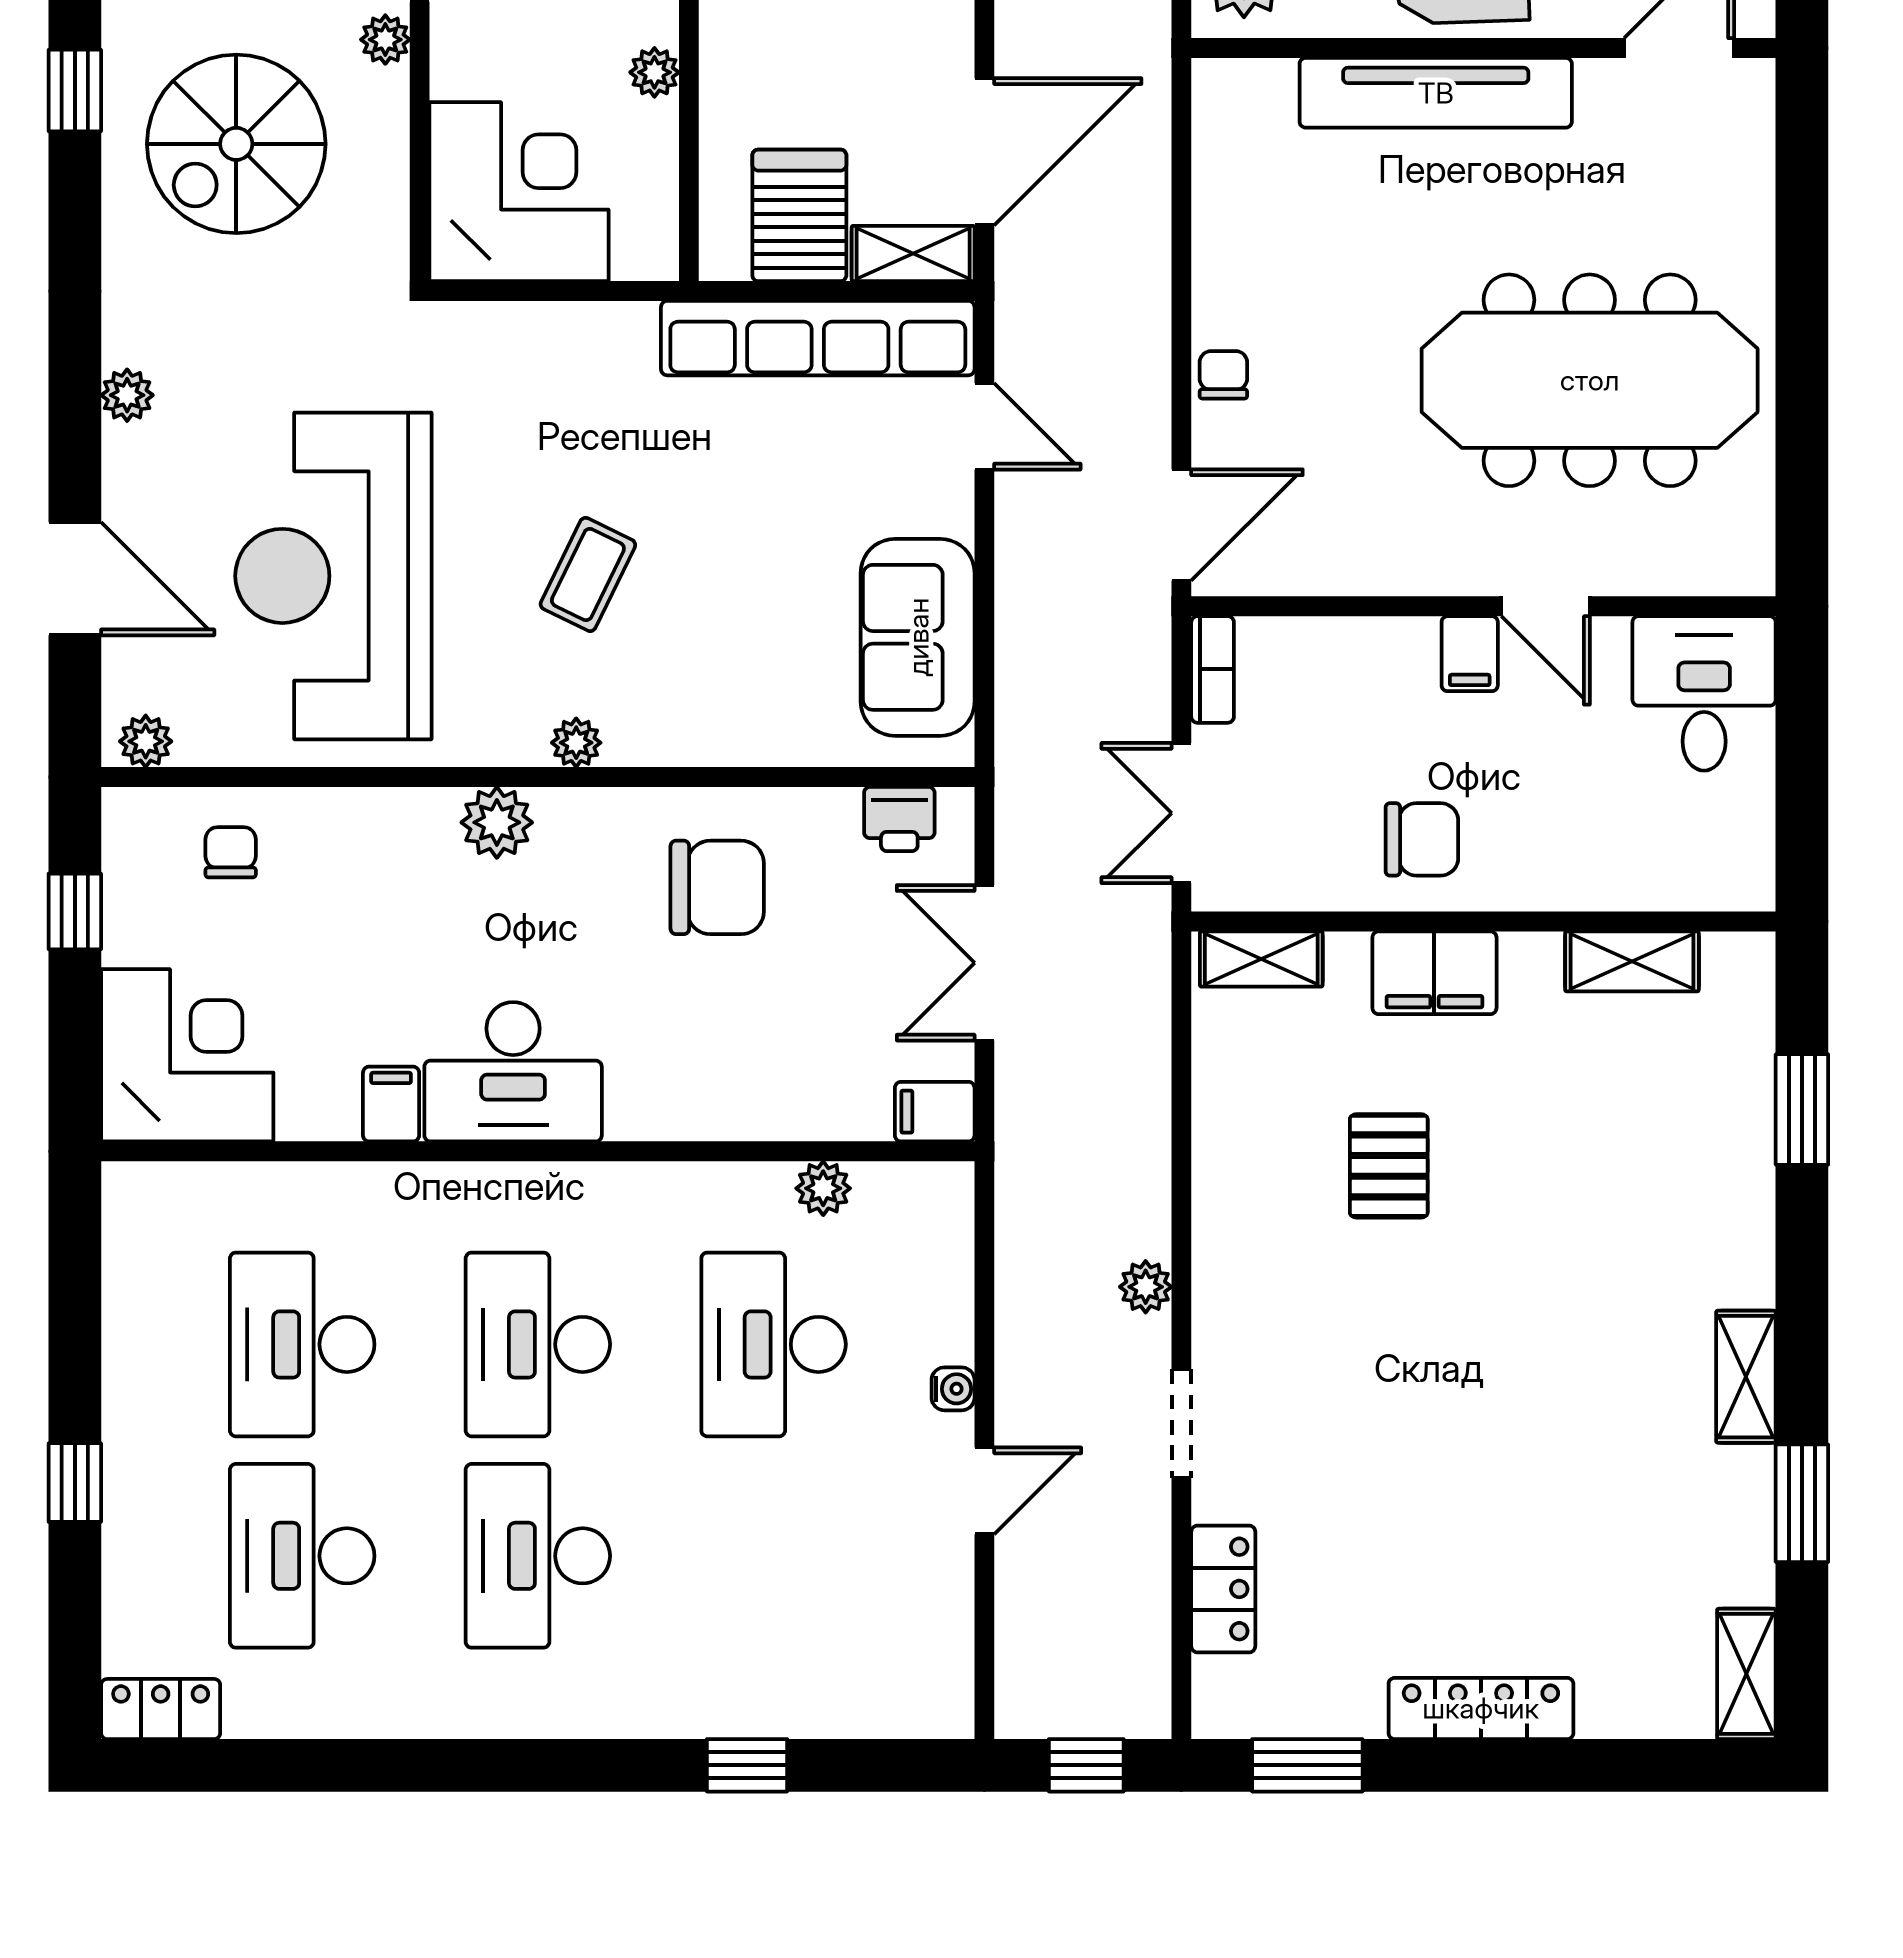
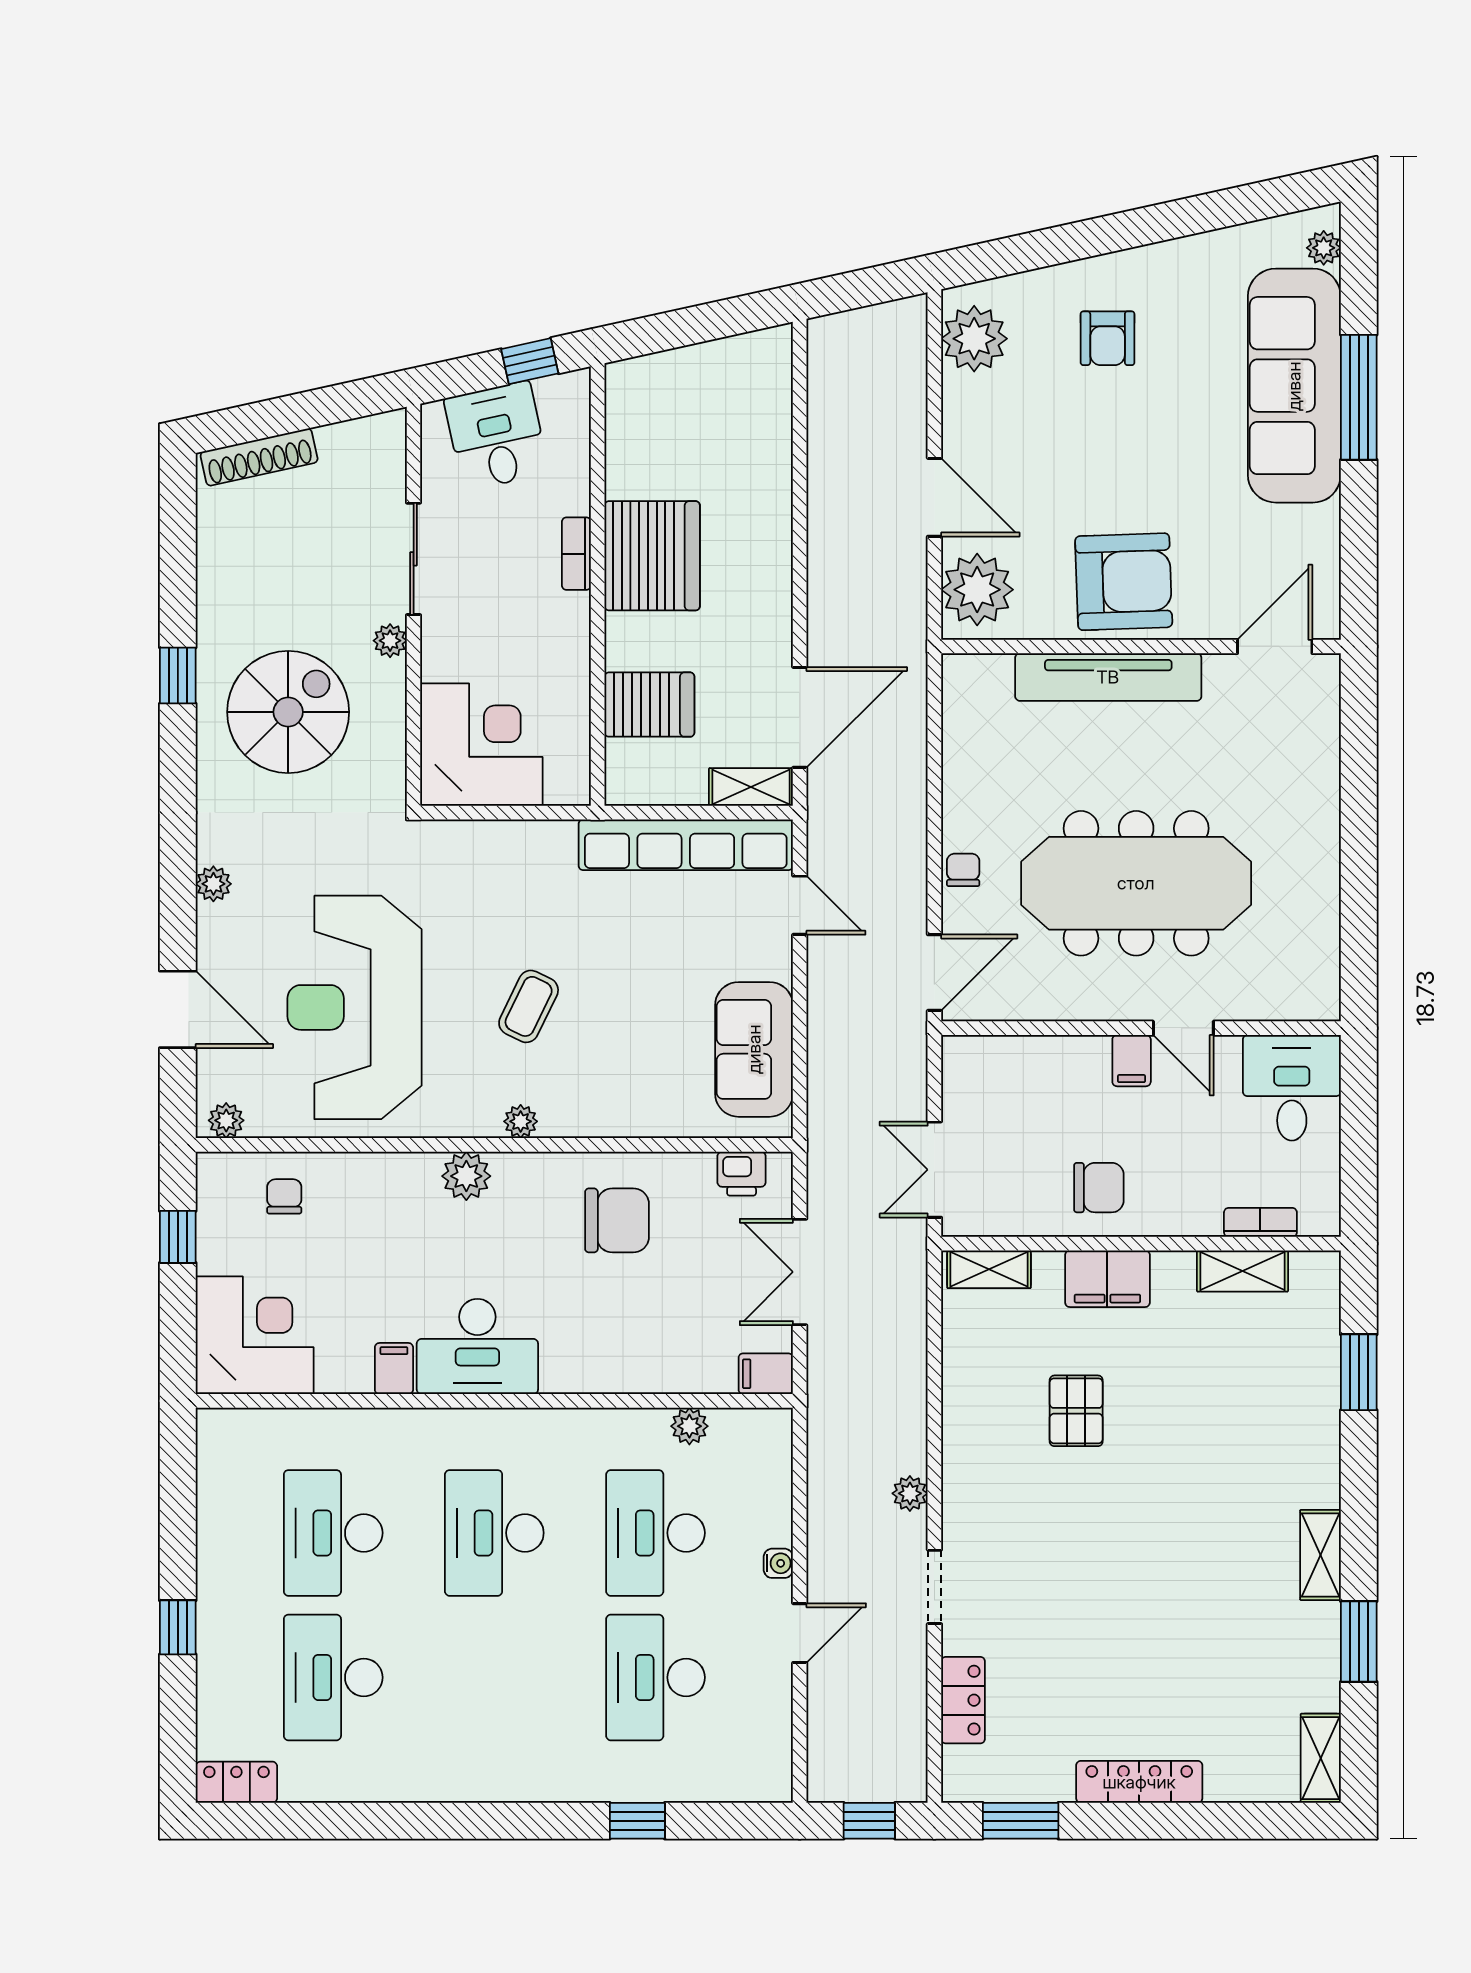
plant: (654, 72) -> (574, 663), removed
spiral stairs: (236, 144) -> (288, 712), turned 180
server rack: (799, 215) -> (649, 705), moved, turned 90
meeting table: (1590, 380) -> (1136, 883), moved
bookcase: (1213, 669) -> (1260, 1222), moved, turned -90
desk: (538, 1556) -> (656, 1677), moved

